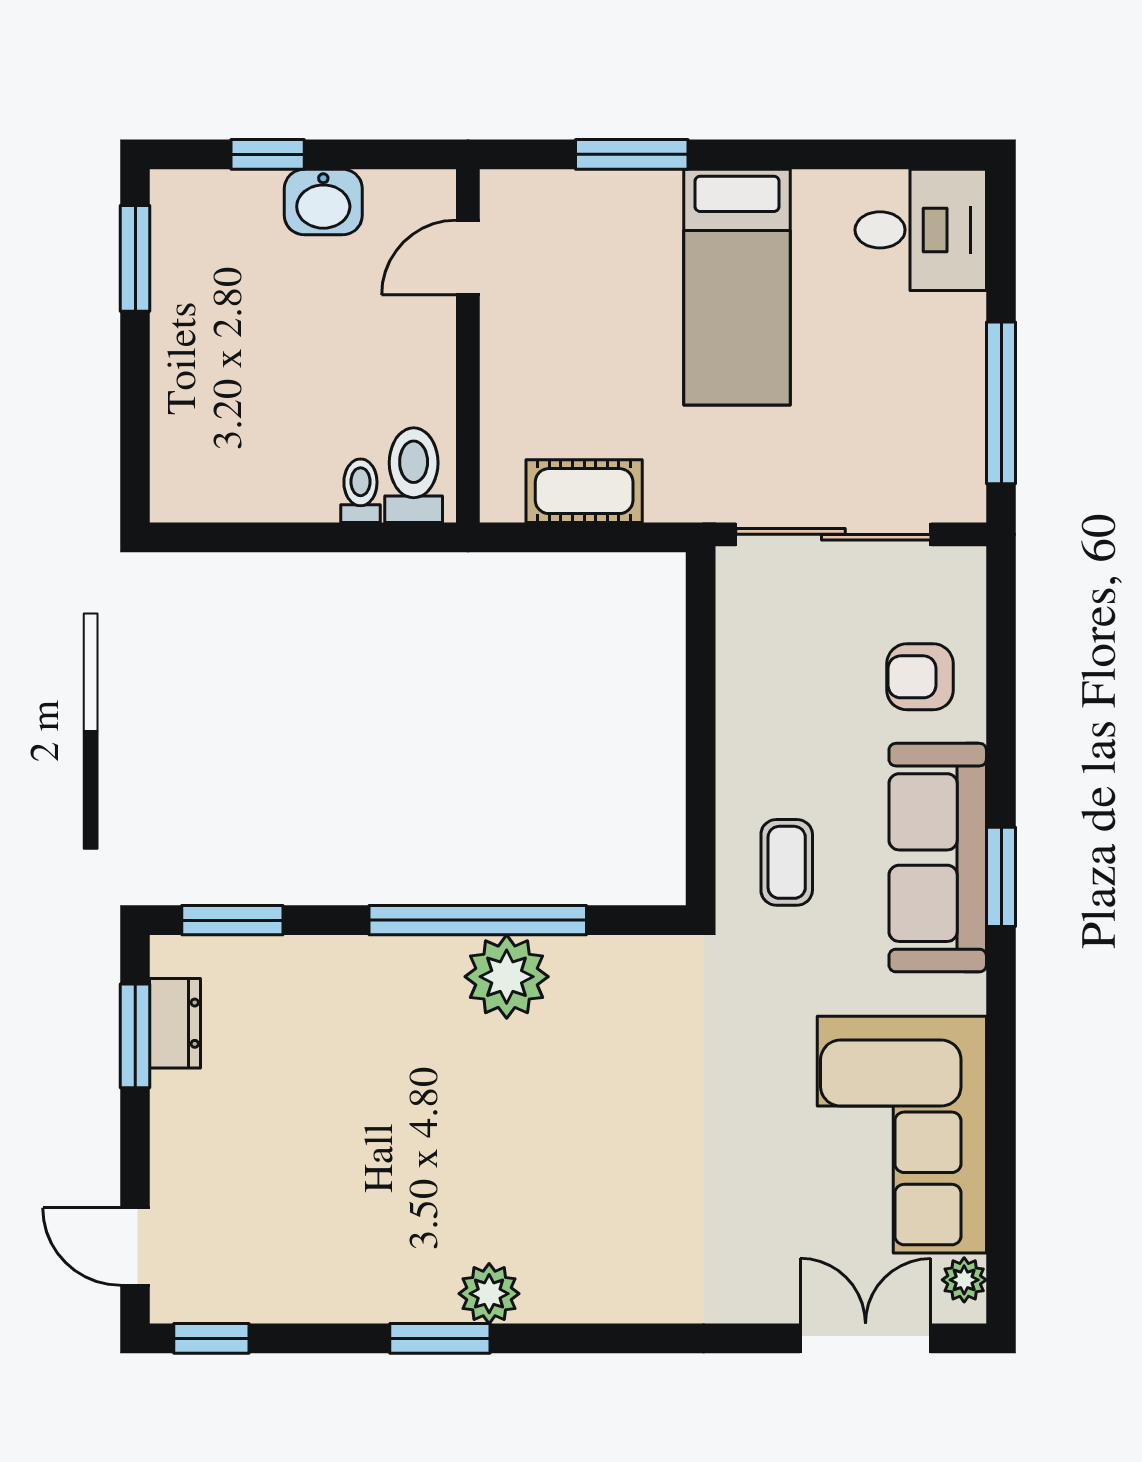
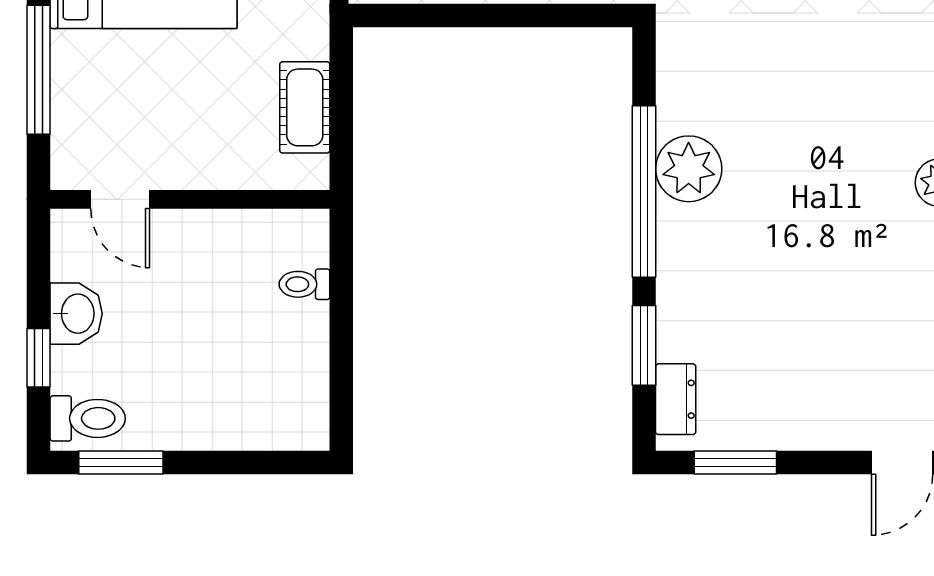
window: (632, 154) -> (39, 70), width x1.44
toilet: (414, 475) -> (88, 418), moved, turned 180
window: (232, 920) -> (644, 345), moved
dresser: (175, 1023) -> (676, 399), moved, turned 90

